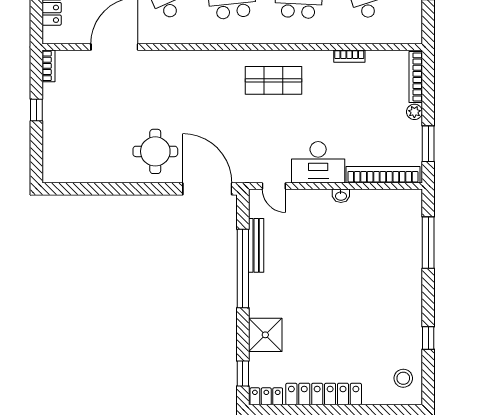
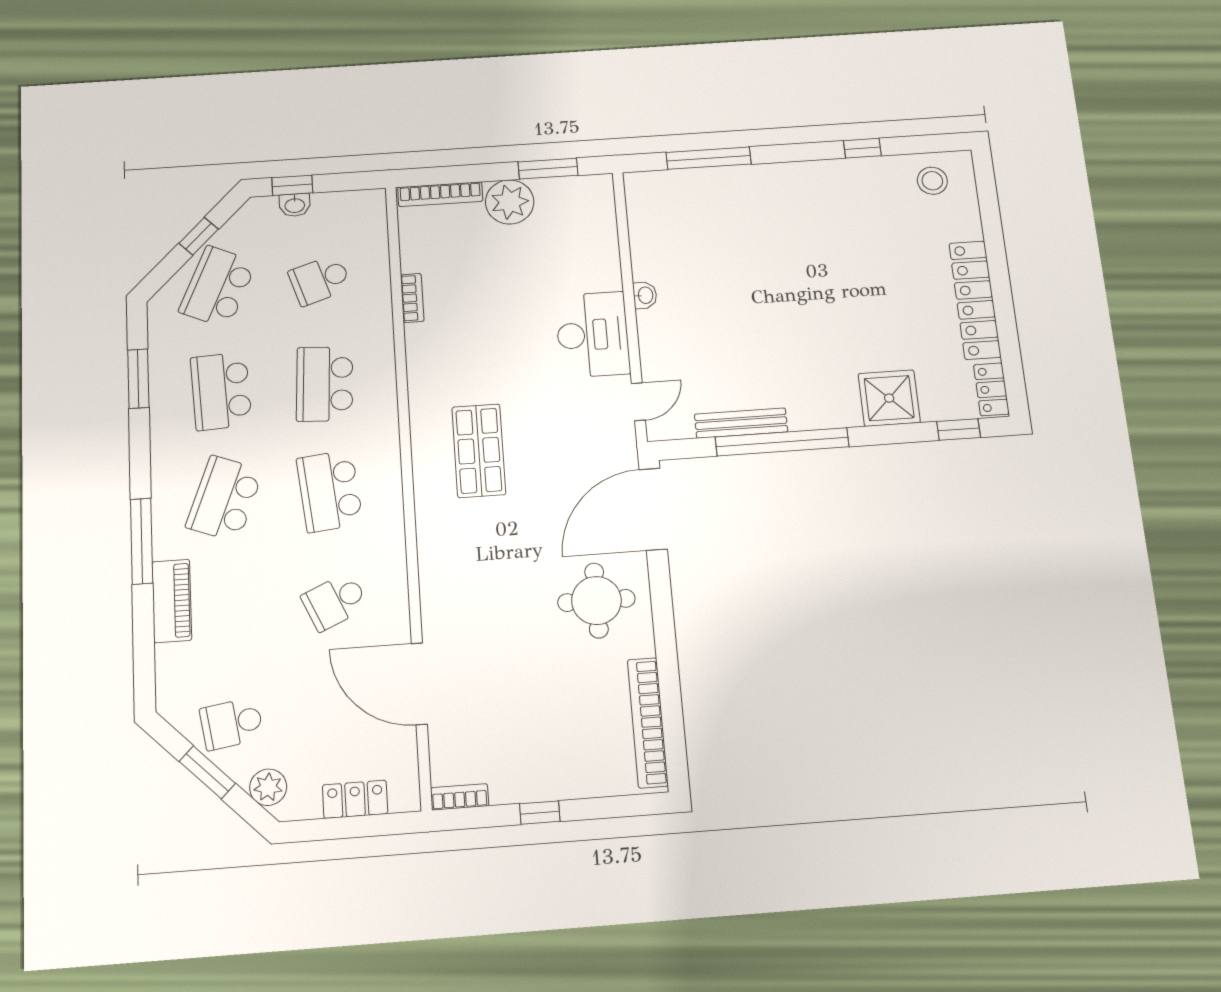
shop shelf: (273, 80) -> (479, 451), moved
plant: (414, 112) -> (510, 202), width x1.87, depth x1.87
bookcase: (383, 175) -> (648, 722), moved

